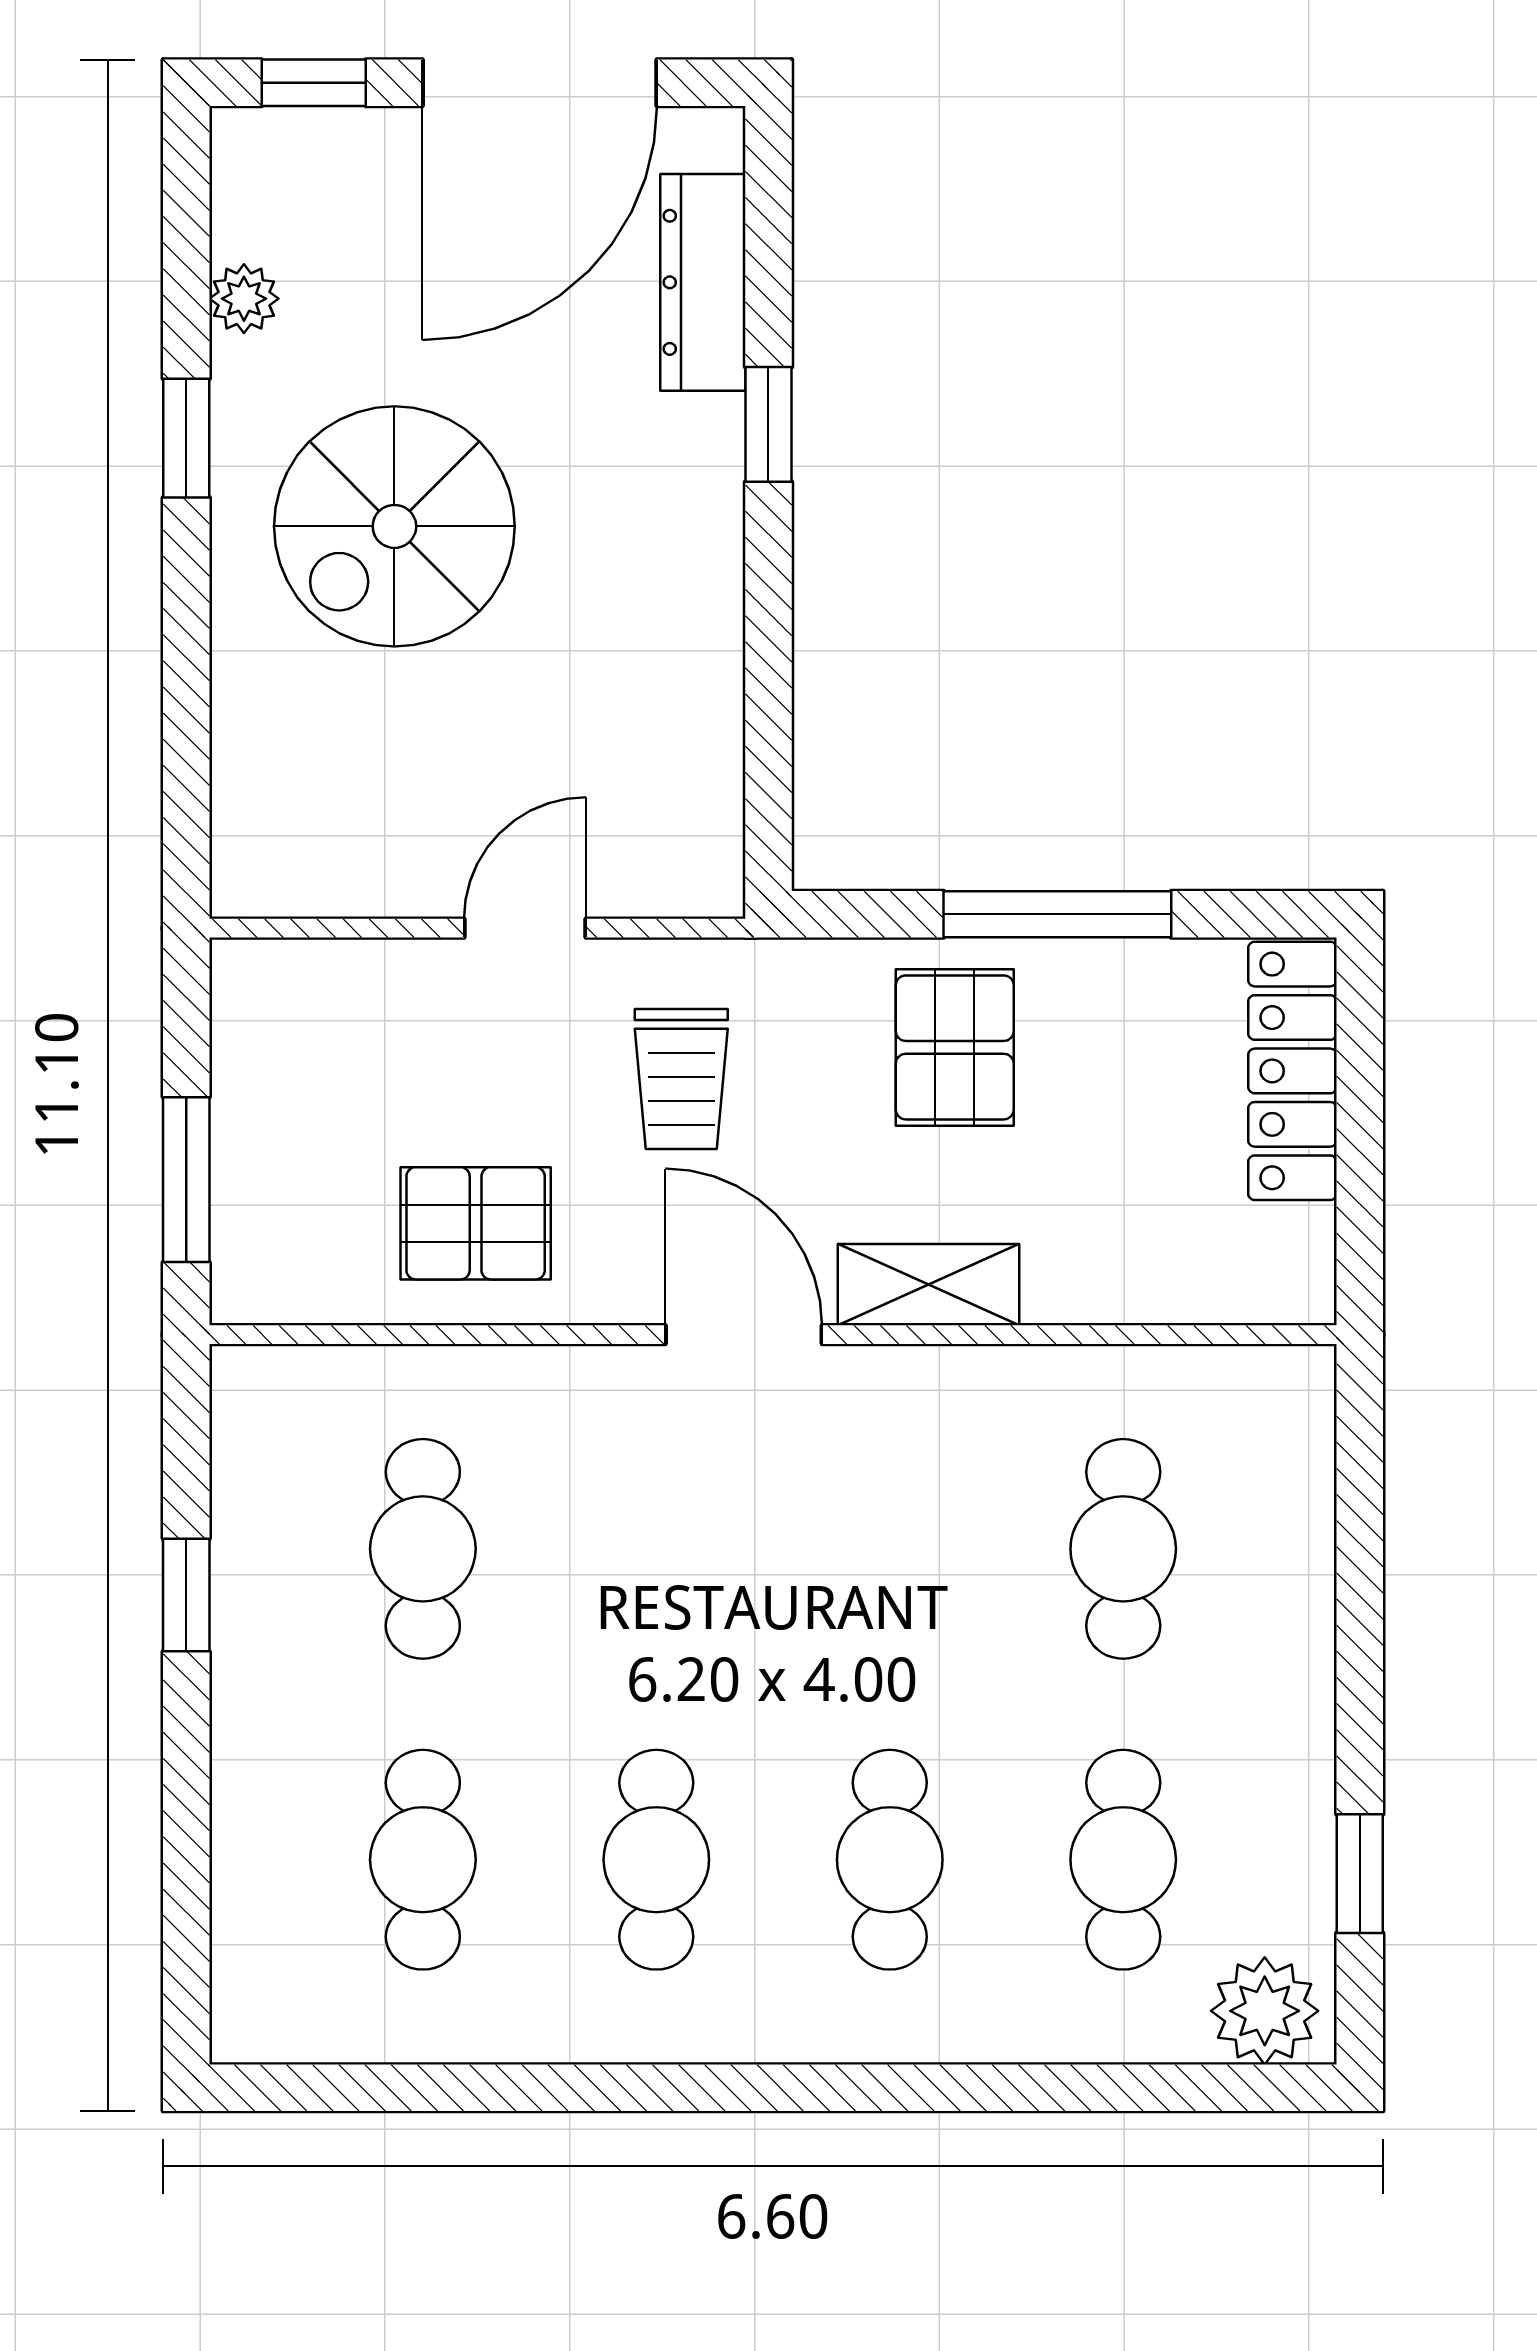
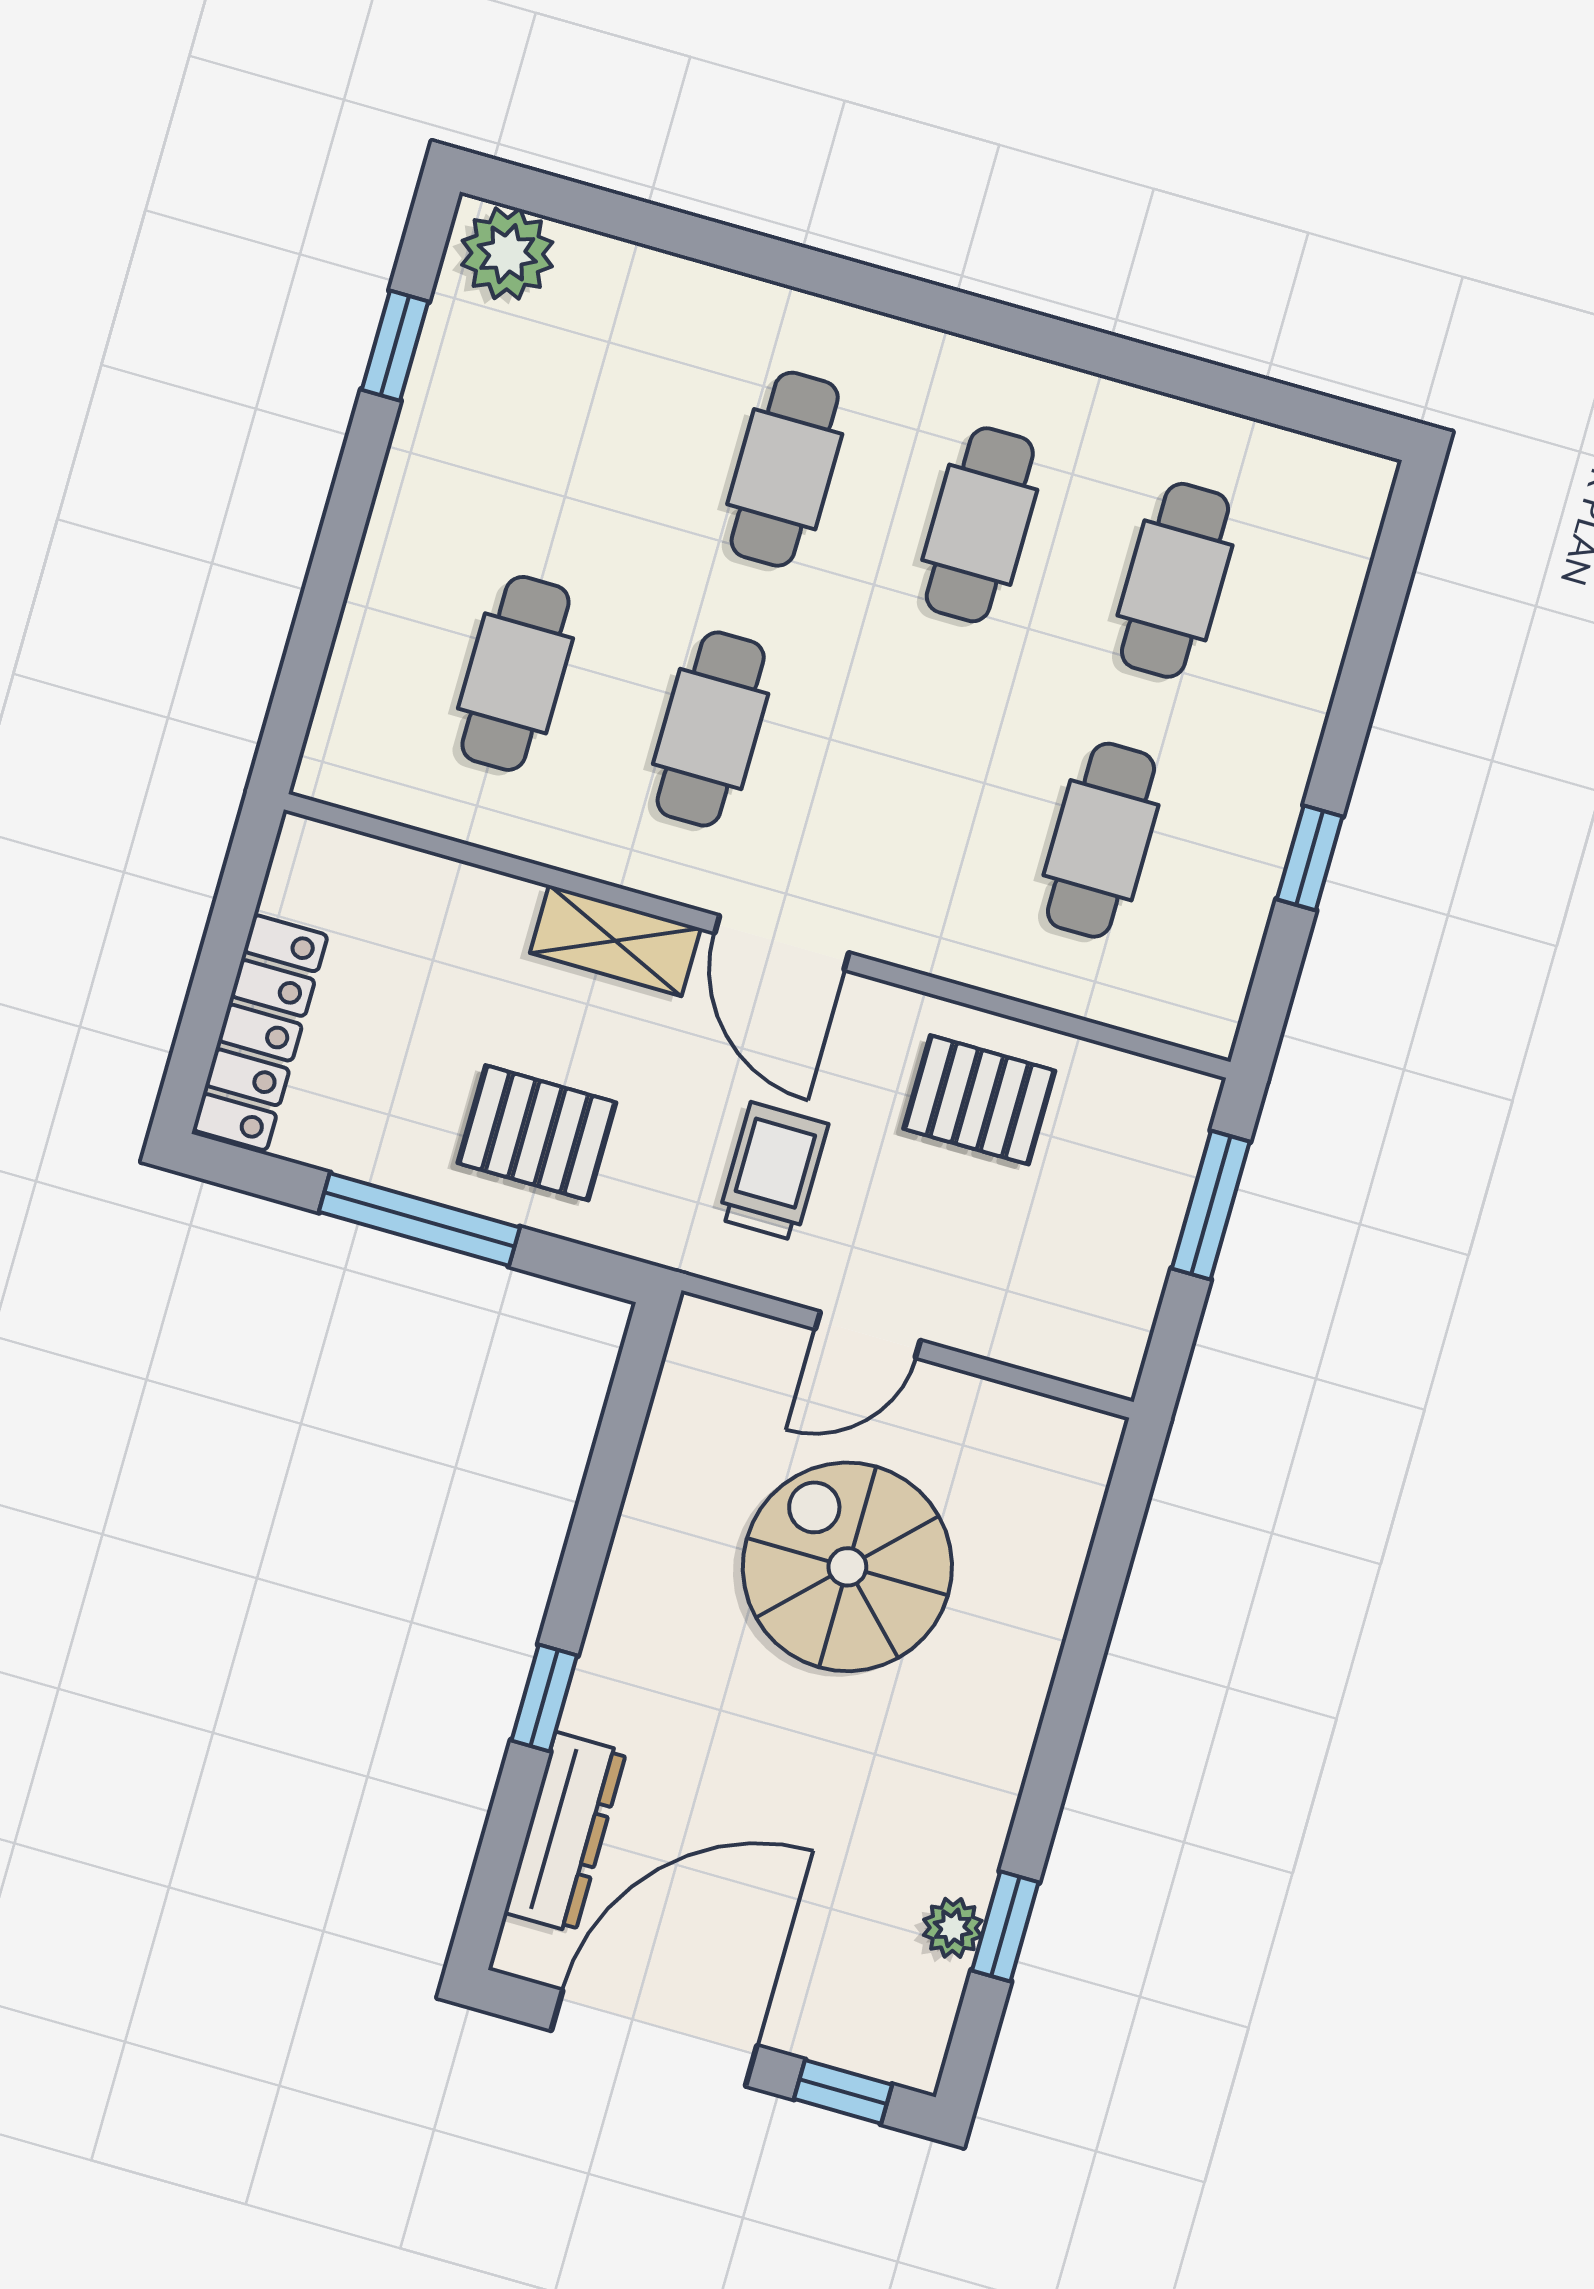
window: (186, 438) -> (1005, 1926), moved
spiral stairs: (394, 526) -> (847, 1567), moved, turned -90
pallet: (955, 1047) -> (537, 1133), turned 90
cafe table: (1123, 1860) -> (711, 729), moved

